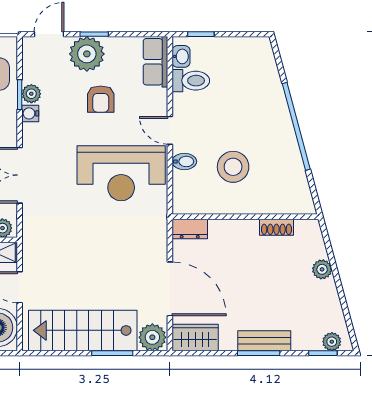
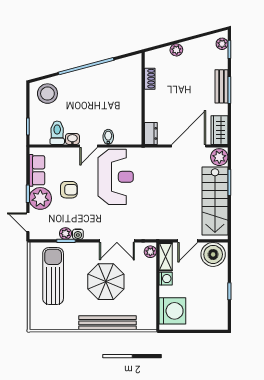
washbasin: (181, 56) -> (72, 139), moved
row of seats: (155, 62) -> (37, 170), moved, turned -90
stool: (233, 167) -> (47, 94), moved

